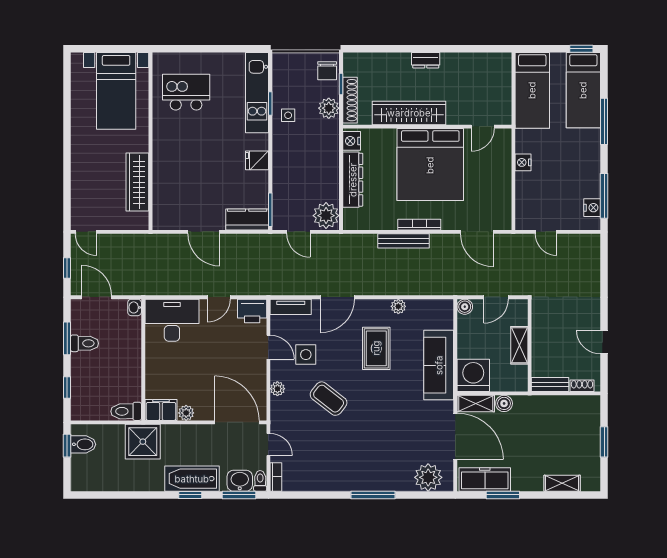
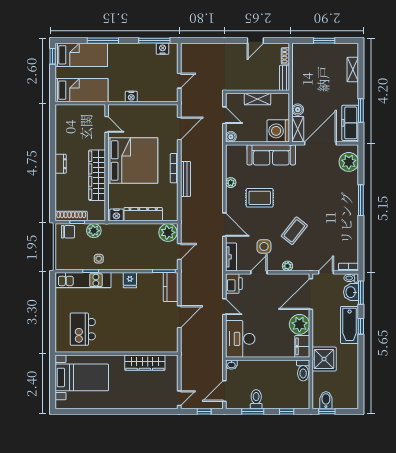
shoe rack: (350, 100) -> (71, 216), moved
plant: (186, 413) -> (299, 324), width x1.87, depth x1.87

